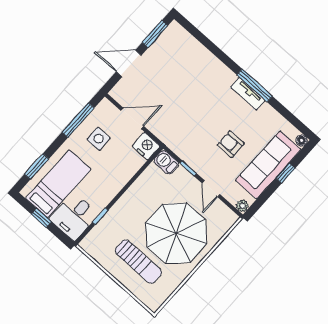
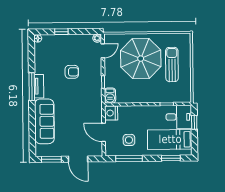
armchair: (231, 144) -> (72, 72), turned -90
sofa: (268, 165) -> (44, 121), moved, turned -90
door: (211, 189) -> (103, 51), moved
window: (41, 218) -> (194, 122), moved

